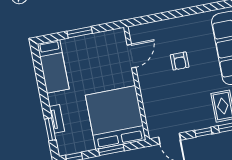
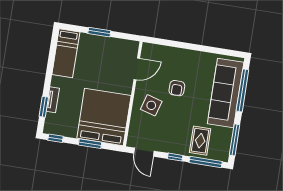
side table: (160, 88) -> (151, 105), added

